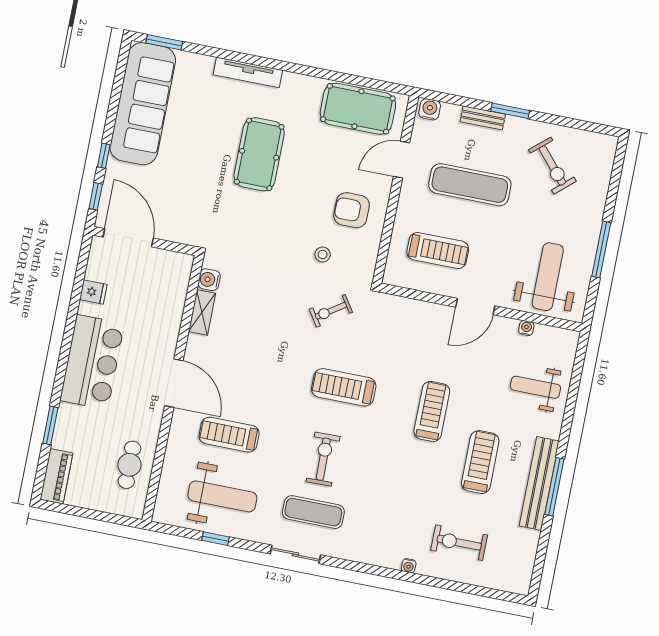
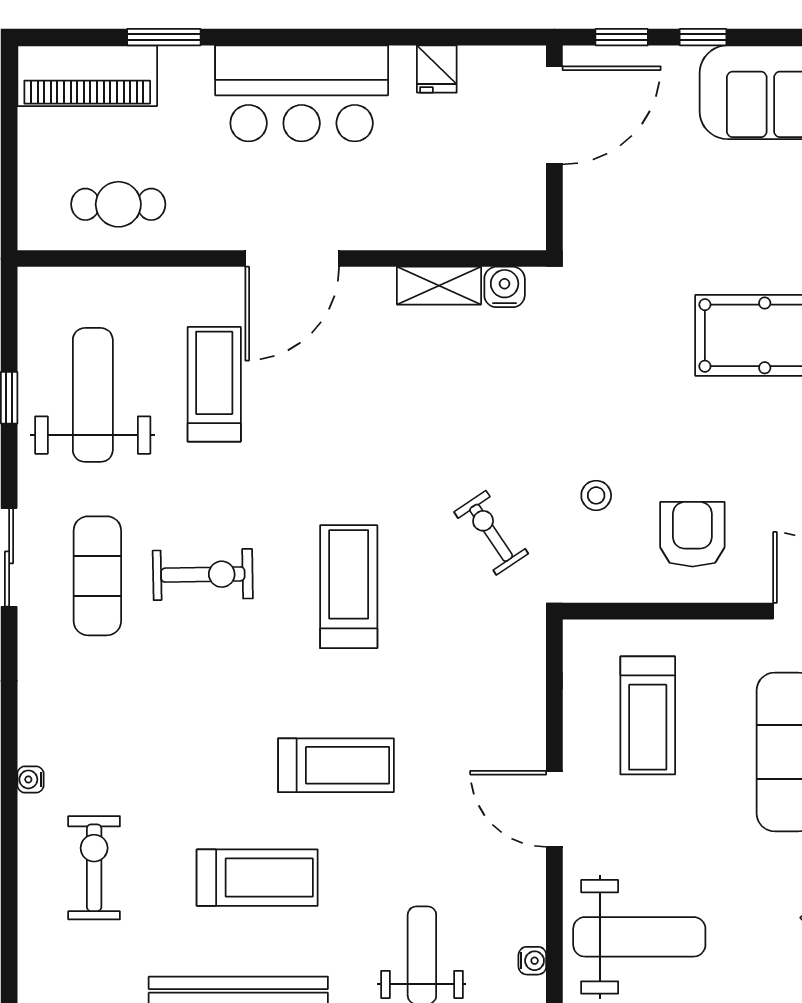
water cooler: (526, 328) -> (532, 961), moved
piano: (56, 476) -> (87, 76), width x1.37, depth x1.33
weight bench: (222, 496) -> (93, 395), turned 180

